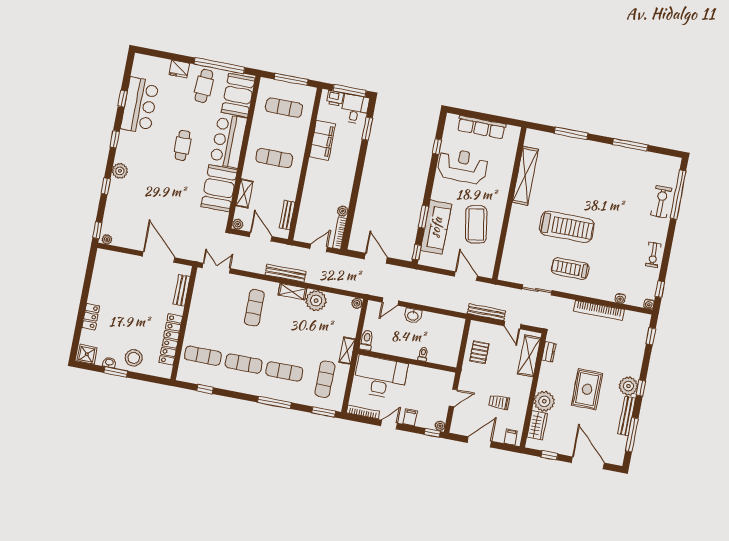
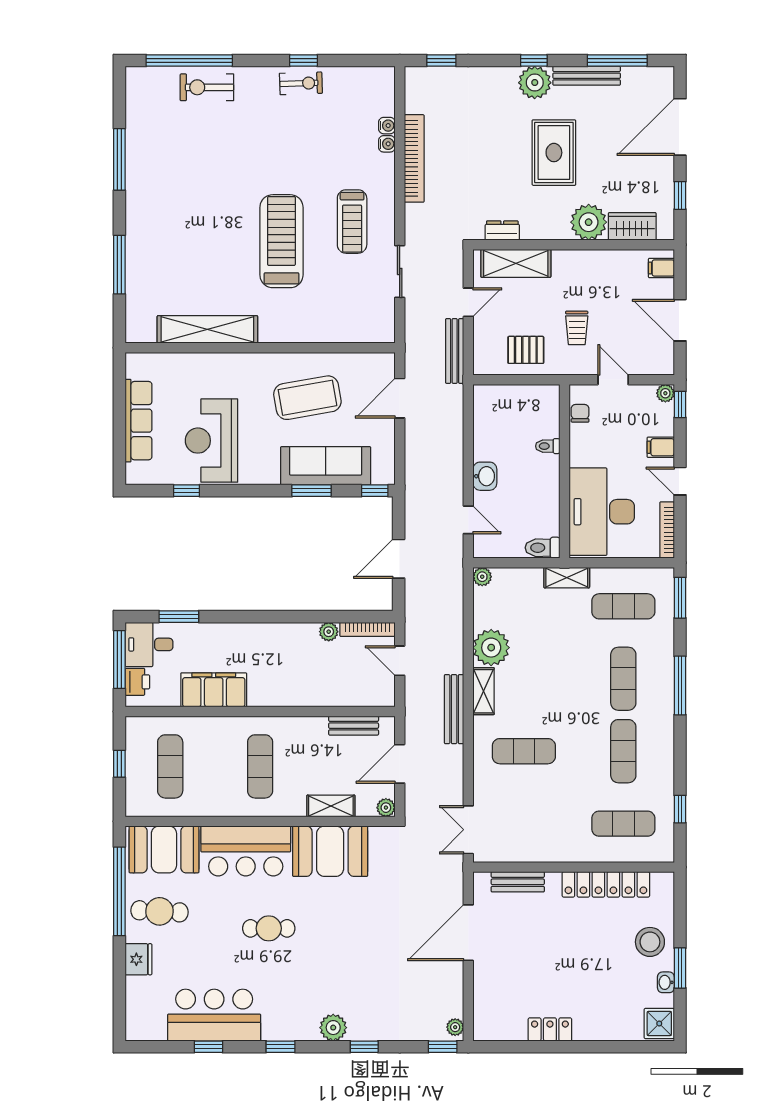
window: (291, 79) -> (119, 764), width x0.46
window: (660, 289) -> (303, 61), moved
water cooler: (649, 304) -> (387, 144), moved
locker: (91, 317) -> (550, 1029), moved
exercise mat: (203, 356) -> (623, 824), turned 90
chair: (438, 376) -> (580, 413), added
rug: (587, 389) -> (554, 153), turned 90
trolley: (499, 402) -> (577, 328), moved

